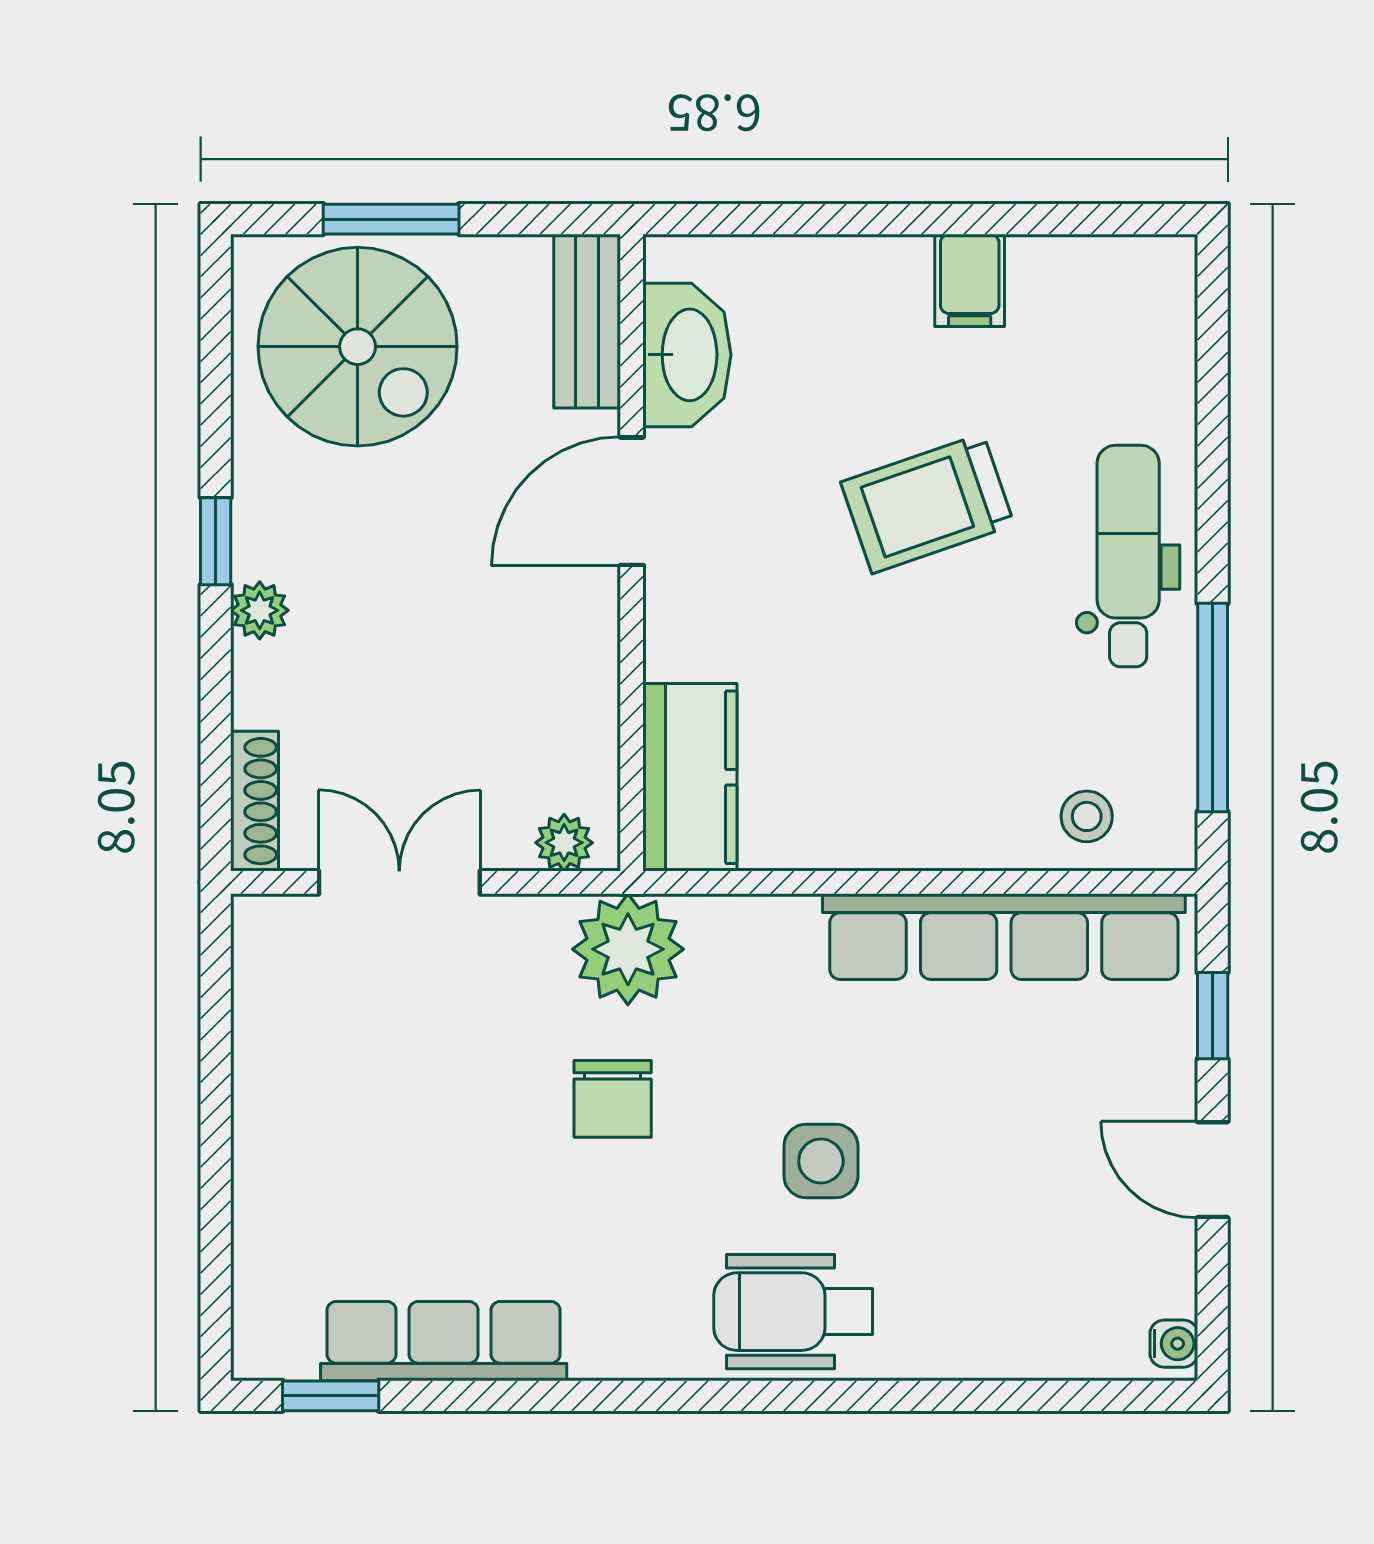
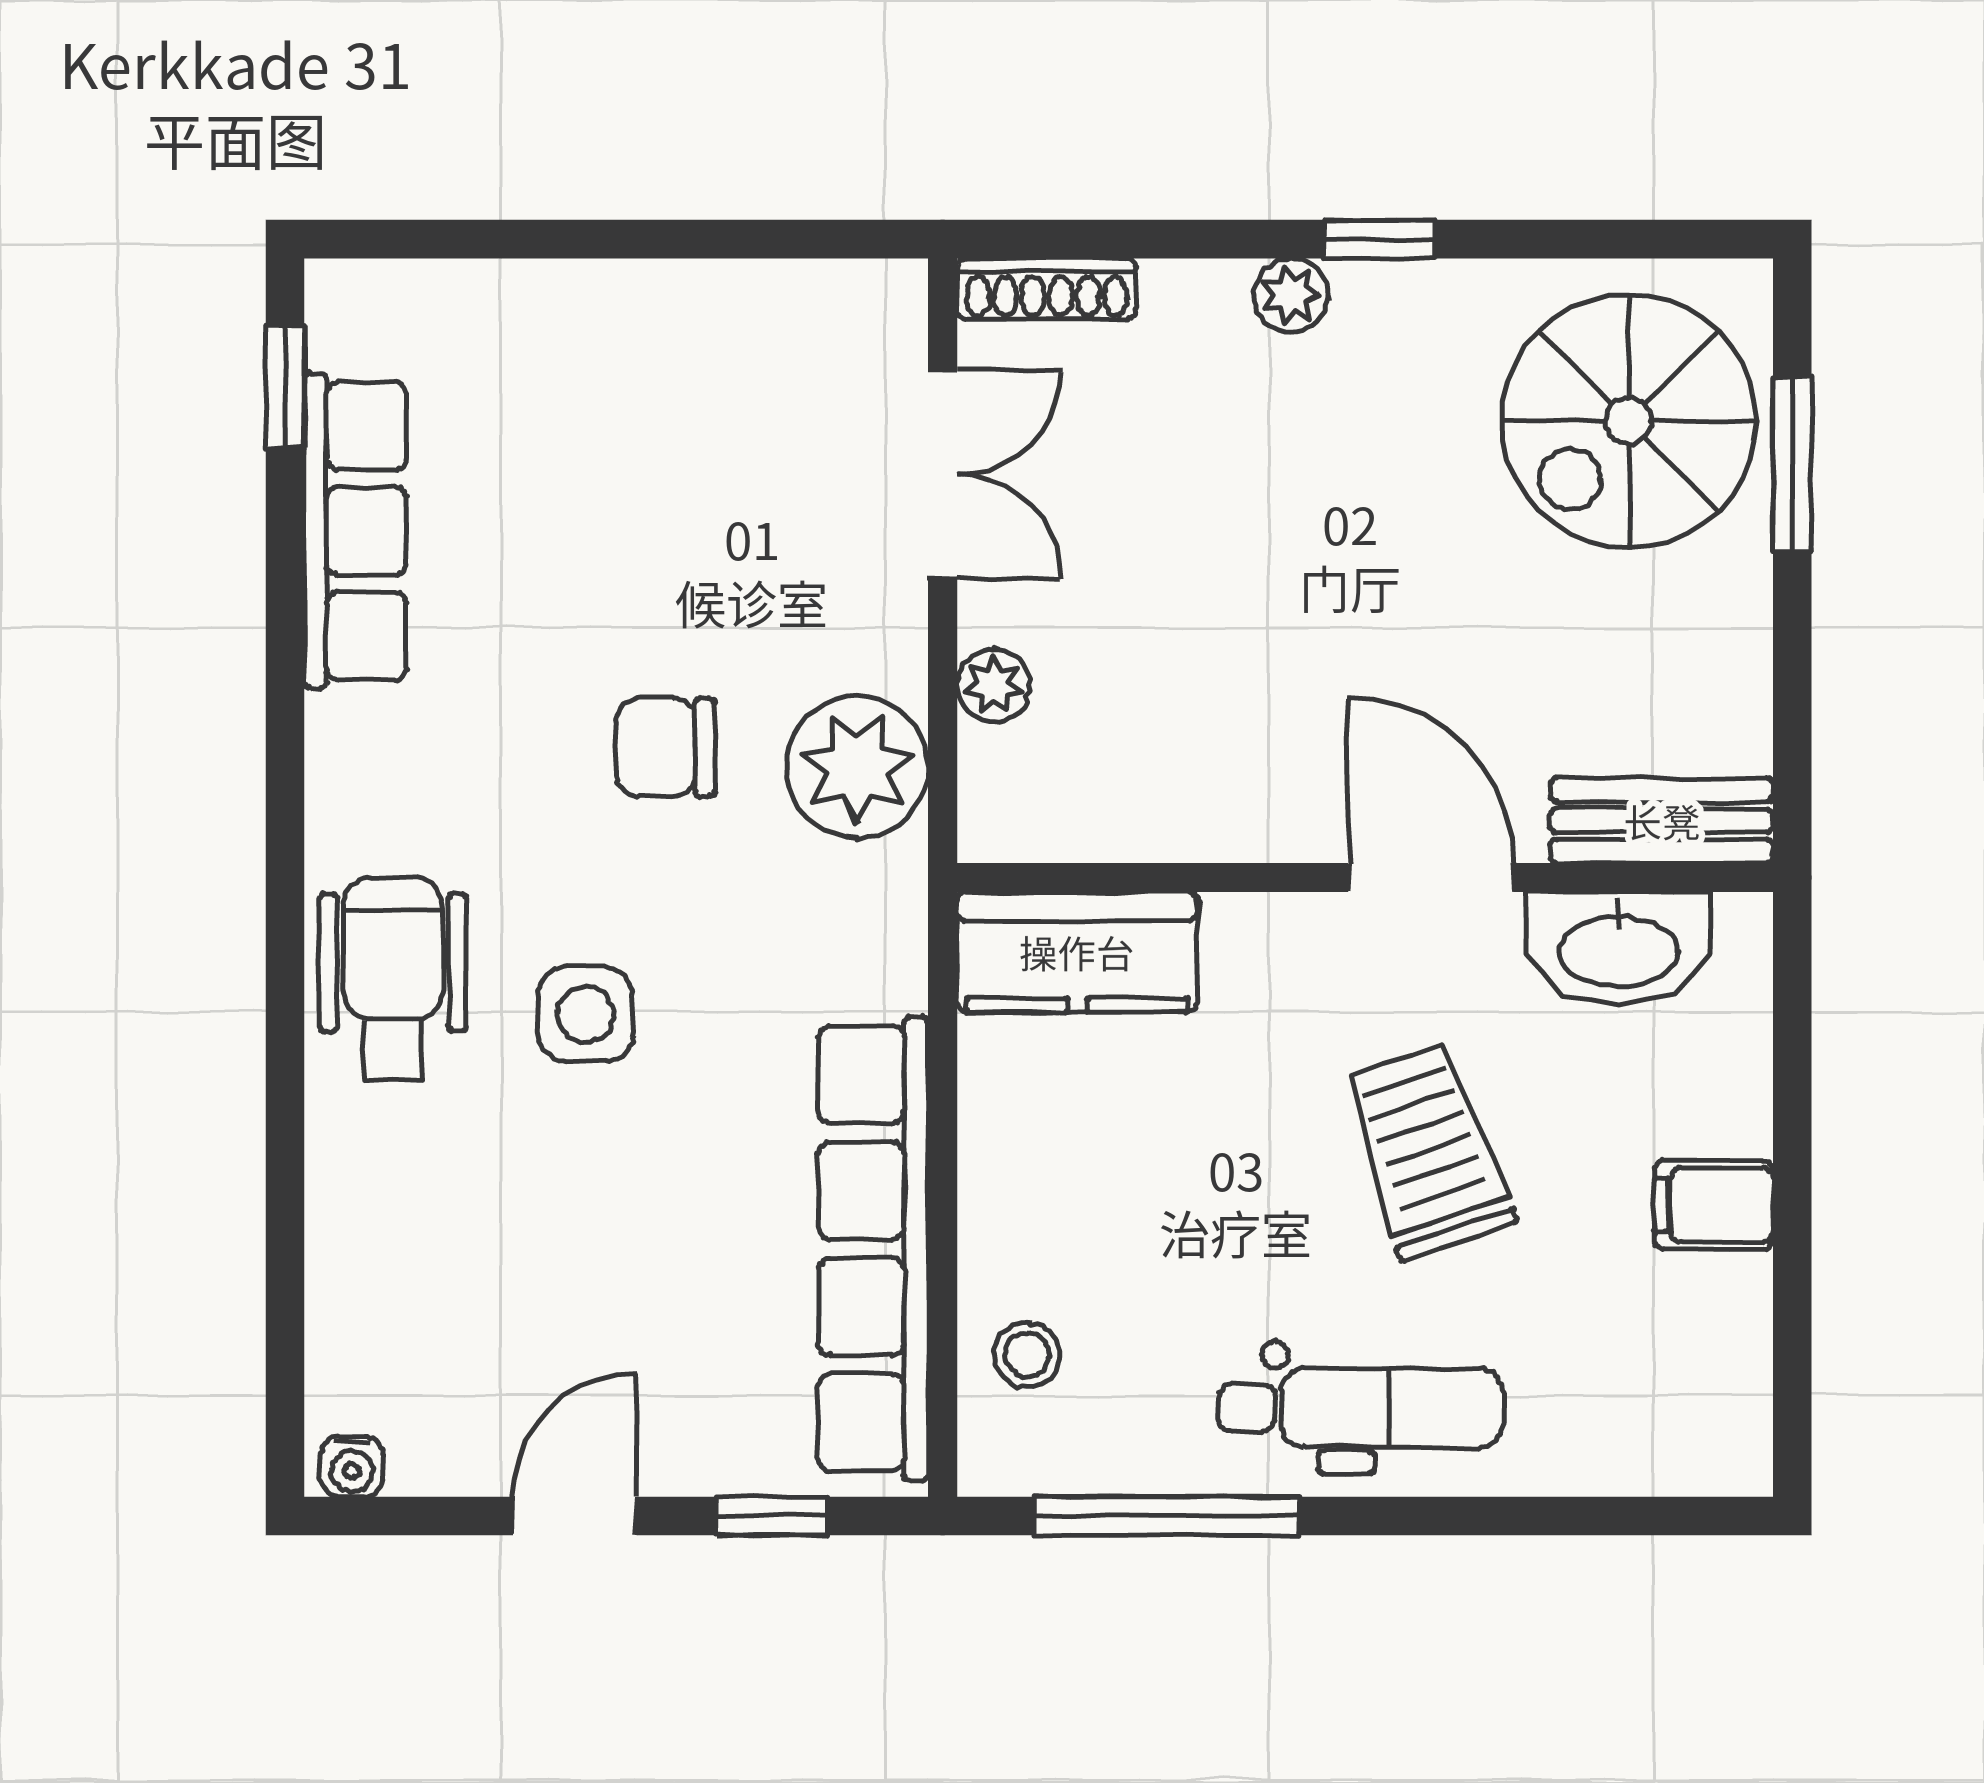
bench: (587, 321) -> (1662, 821), moved
washbasin: (687, 355) -> (1618, 948), moved
door: (632, 501) -> (1431, 878), moved
wall: (632, 553) -> (1365, 878), moved
kitchen counter: (690, 777) -> (1077, 952), moved

